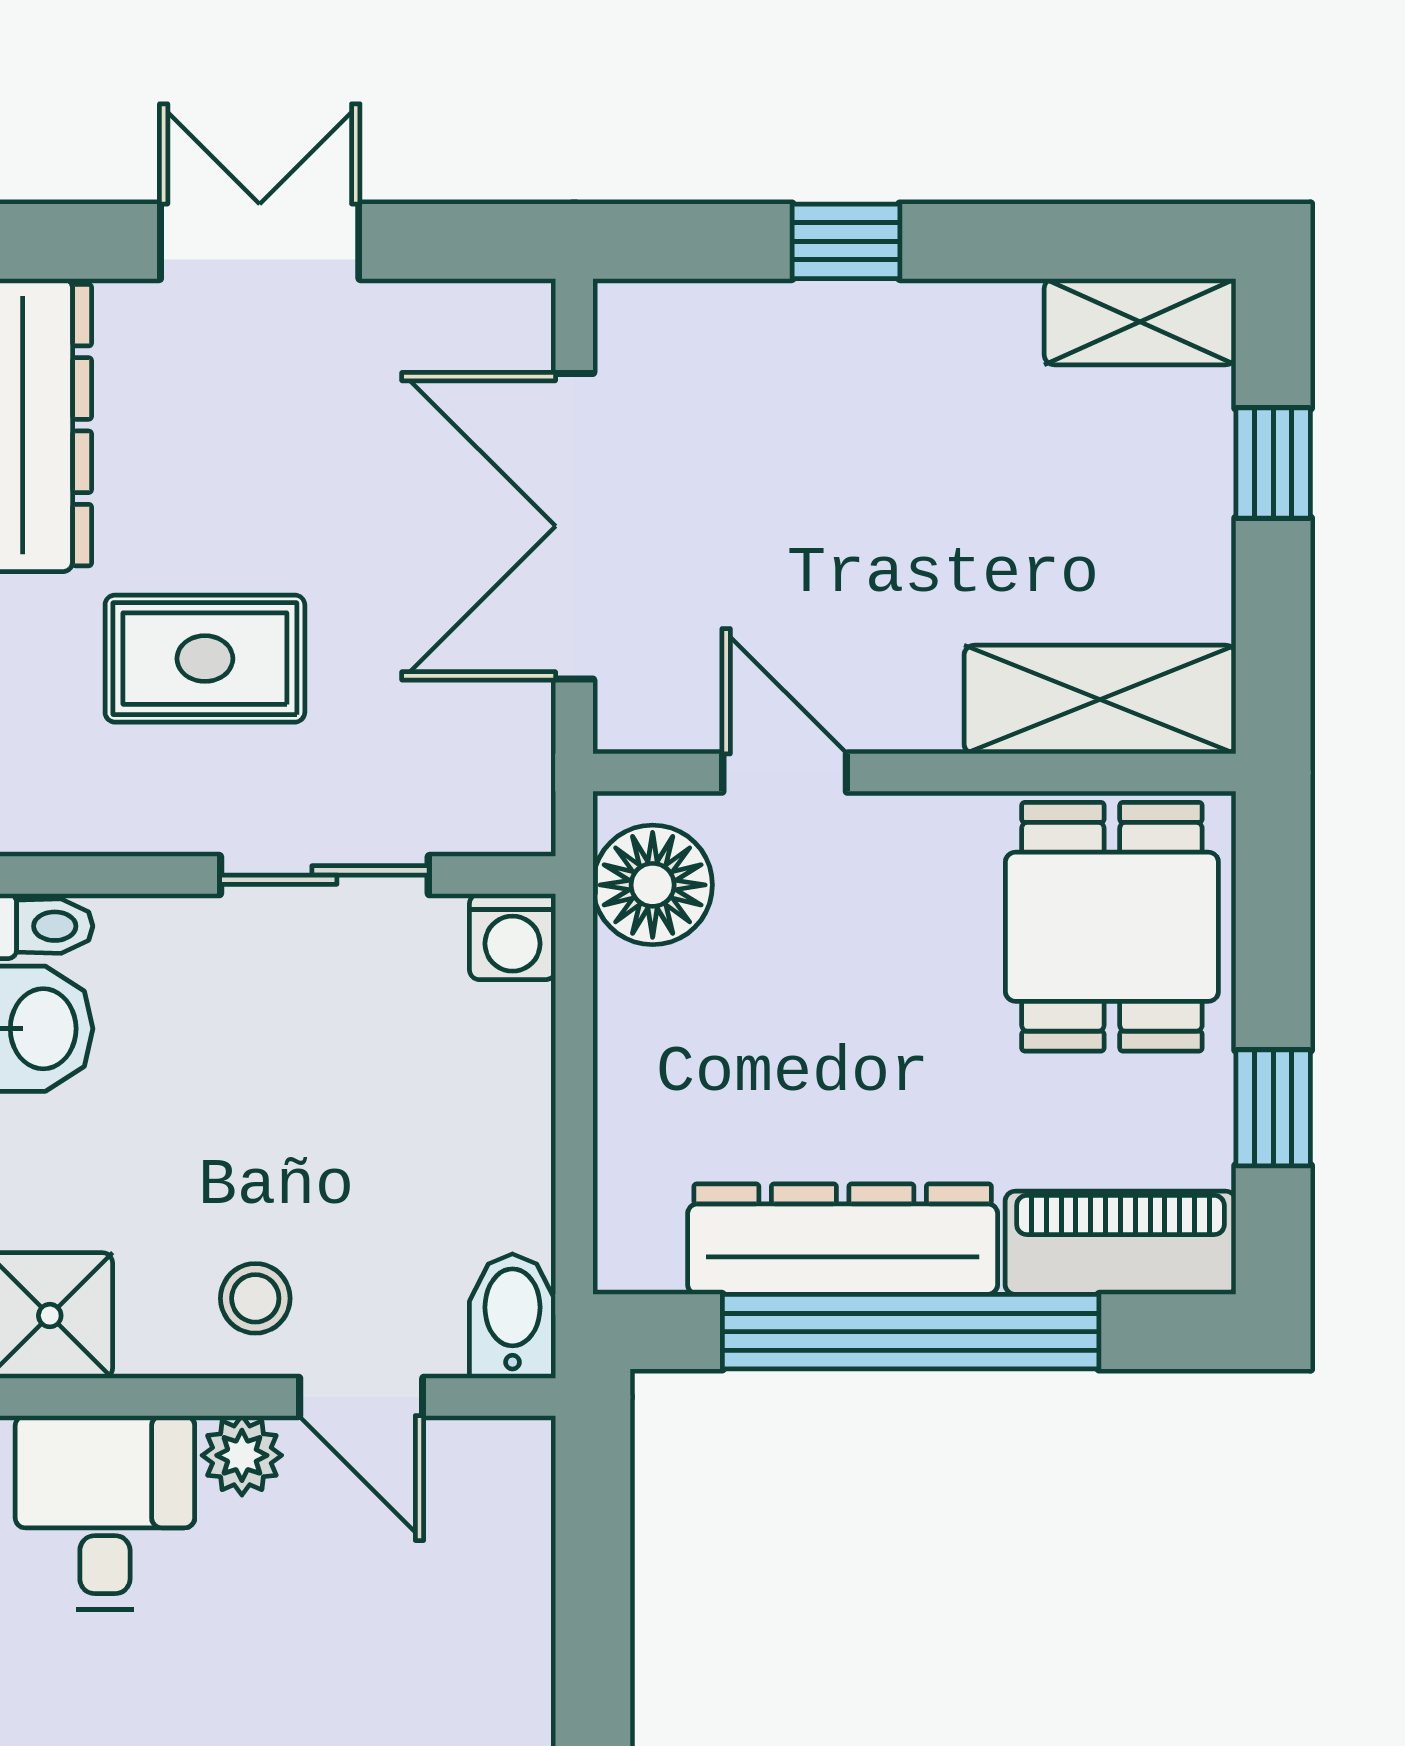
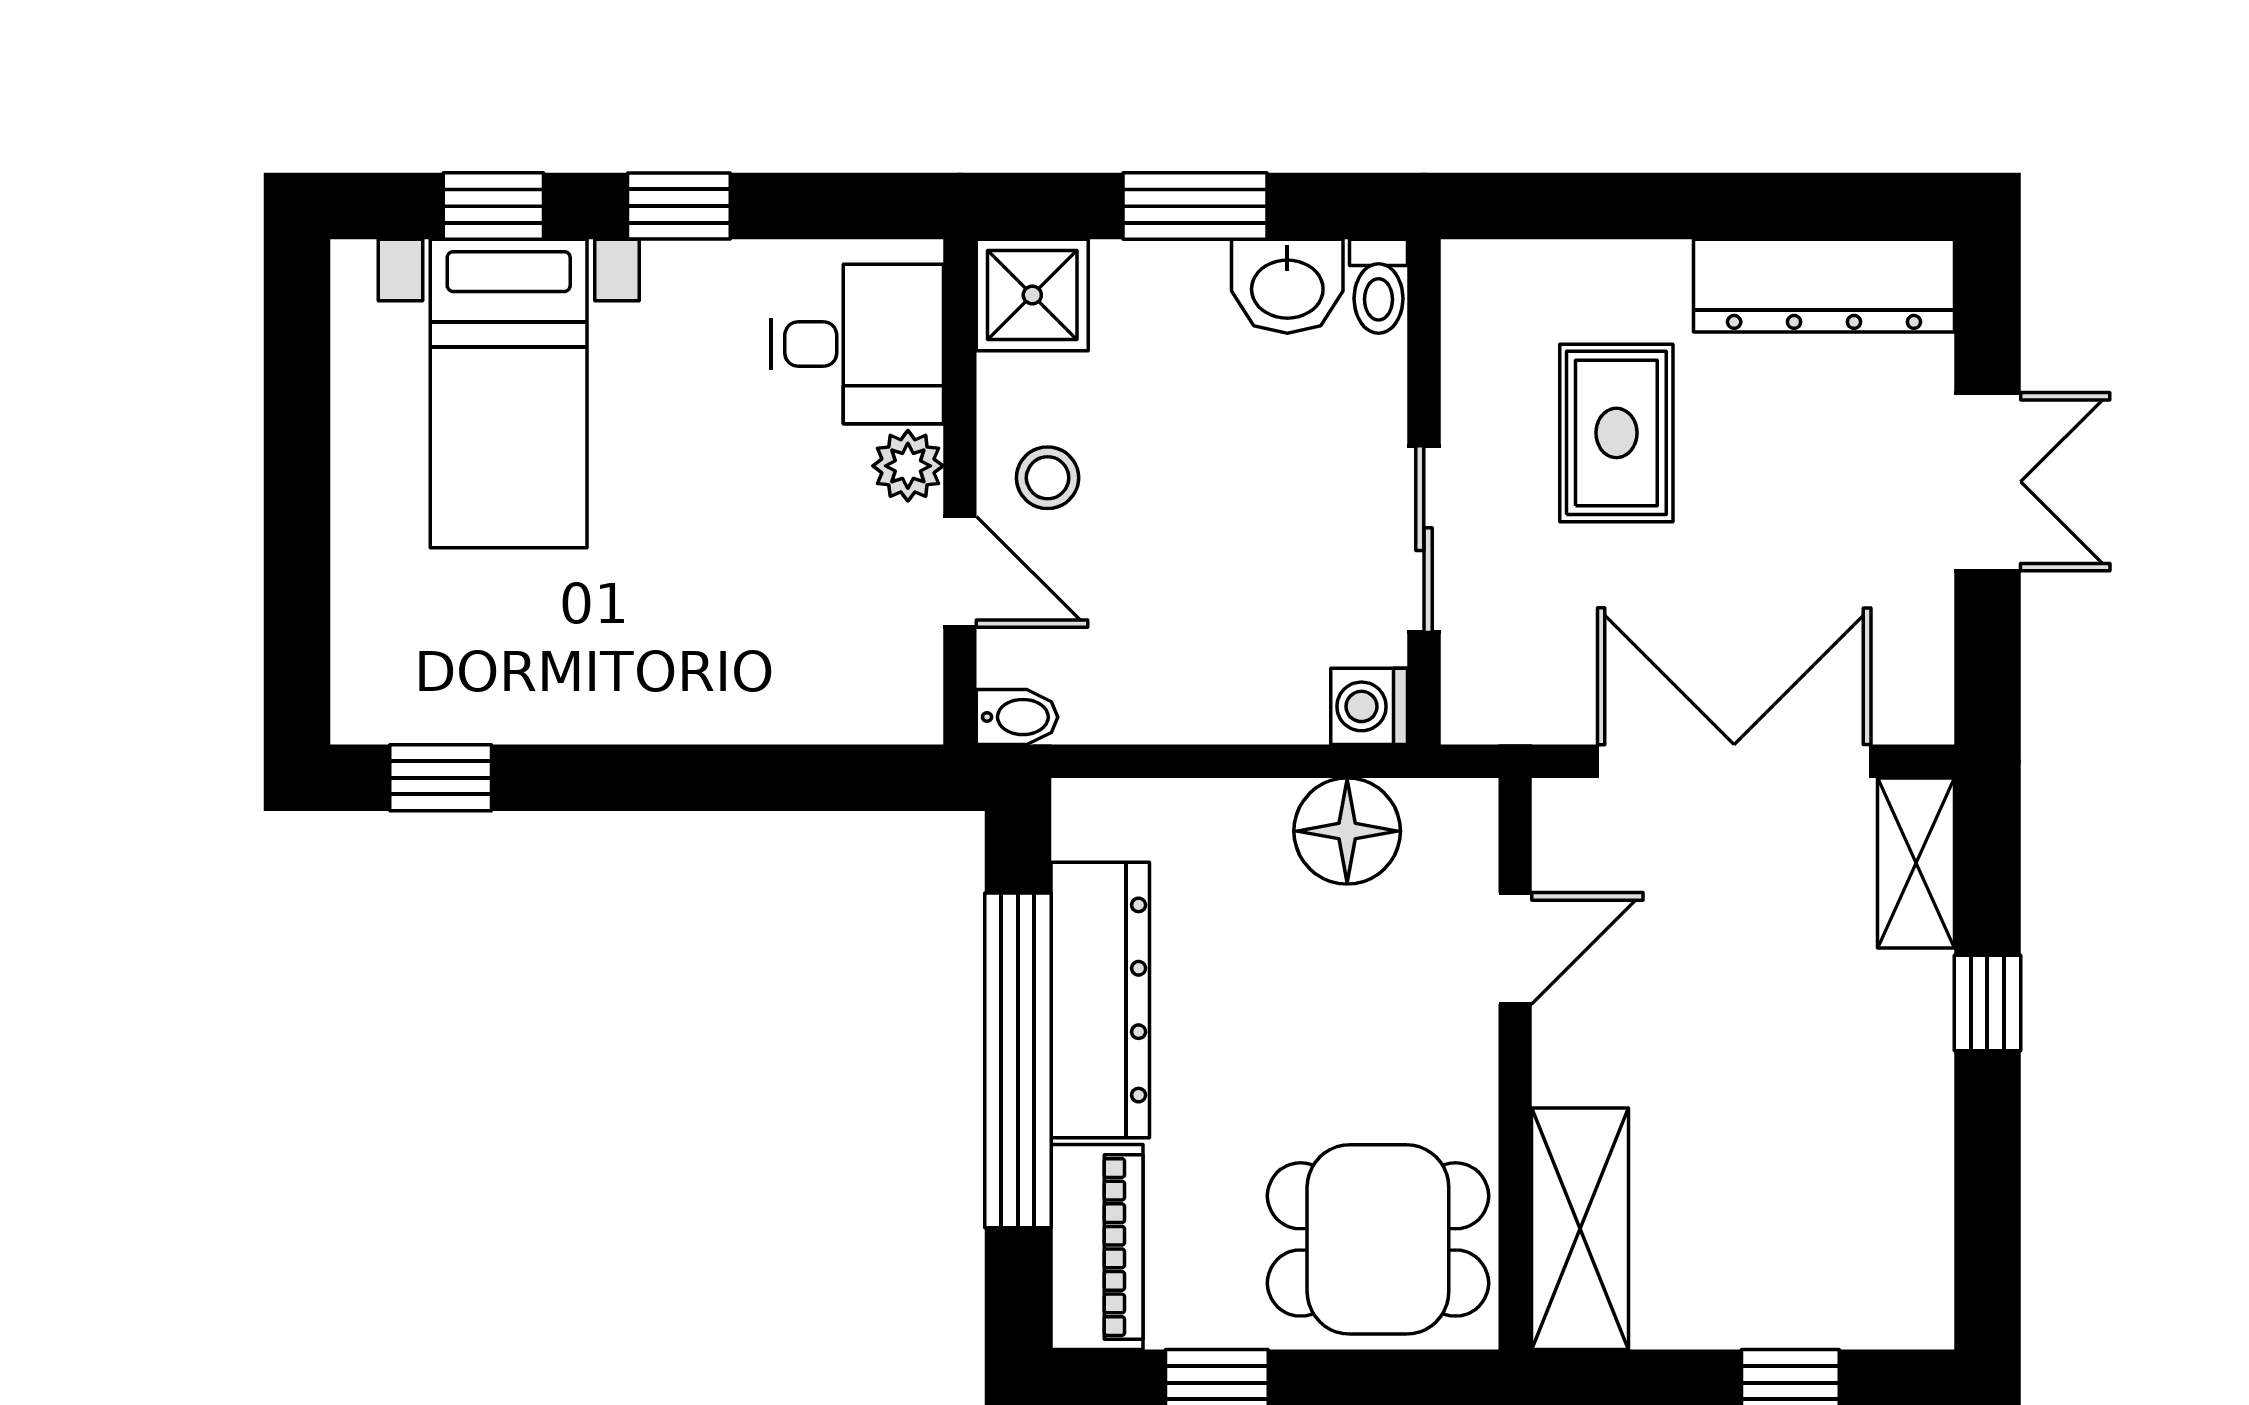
shelving: (1140, 322) -> (1916, 863), moved
floor lamp: (653, 885) -> (1347, 831), moved
bidet: (512, 1316) -> (1017, 717), width x0.72, depth x0.74
door: (361, 1397) -> (960, 572), swing flipped

